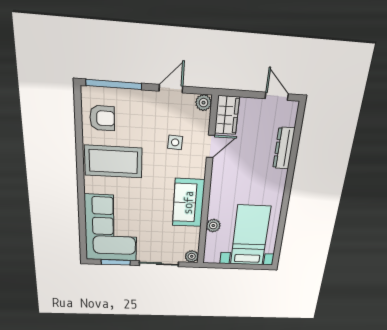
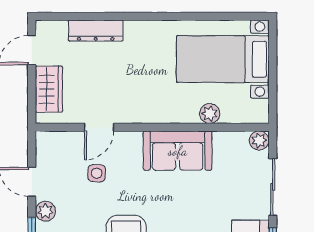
plant: (203, 103) -> (45, 211), moved
wardrobe: (227, 115) -> (49, 89), moved, turned 90
door: (211, 146) -> (99, 127), swing flipped

